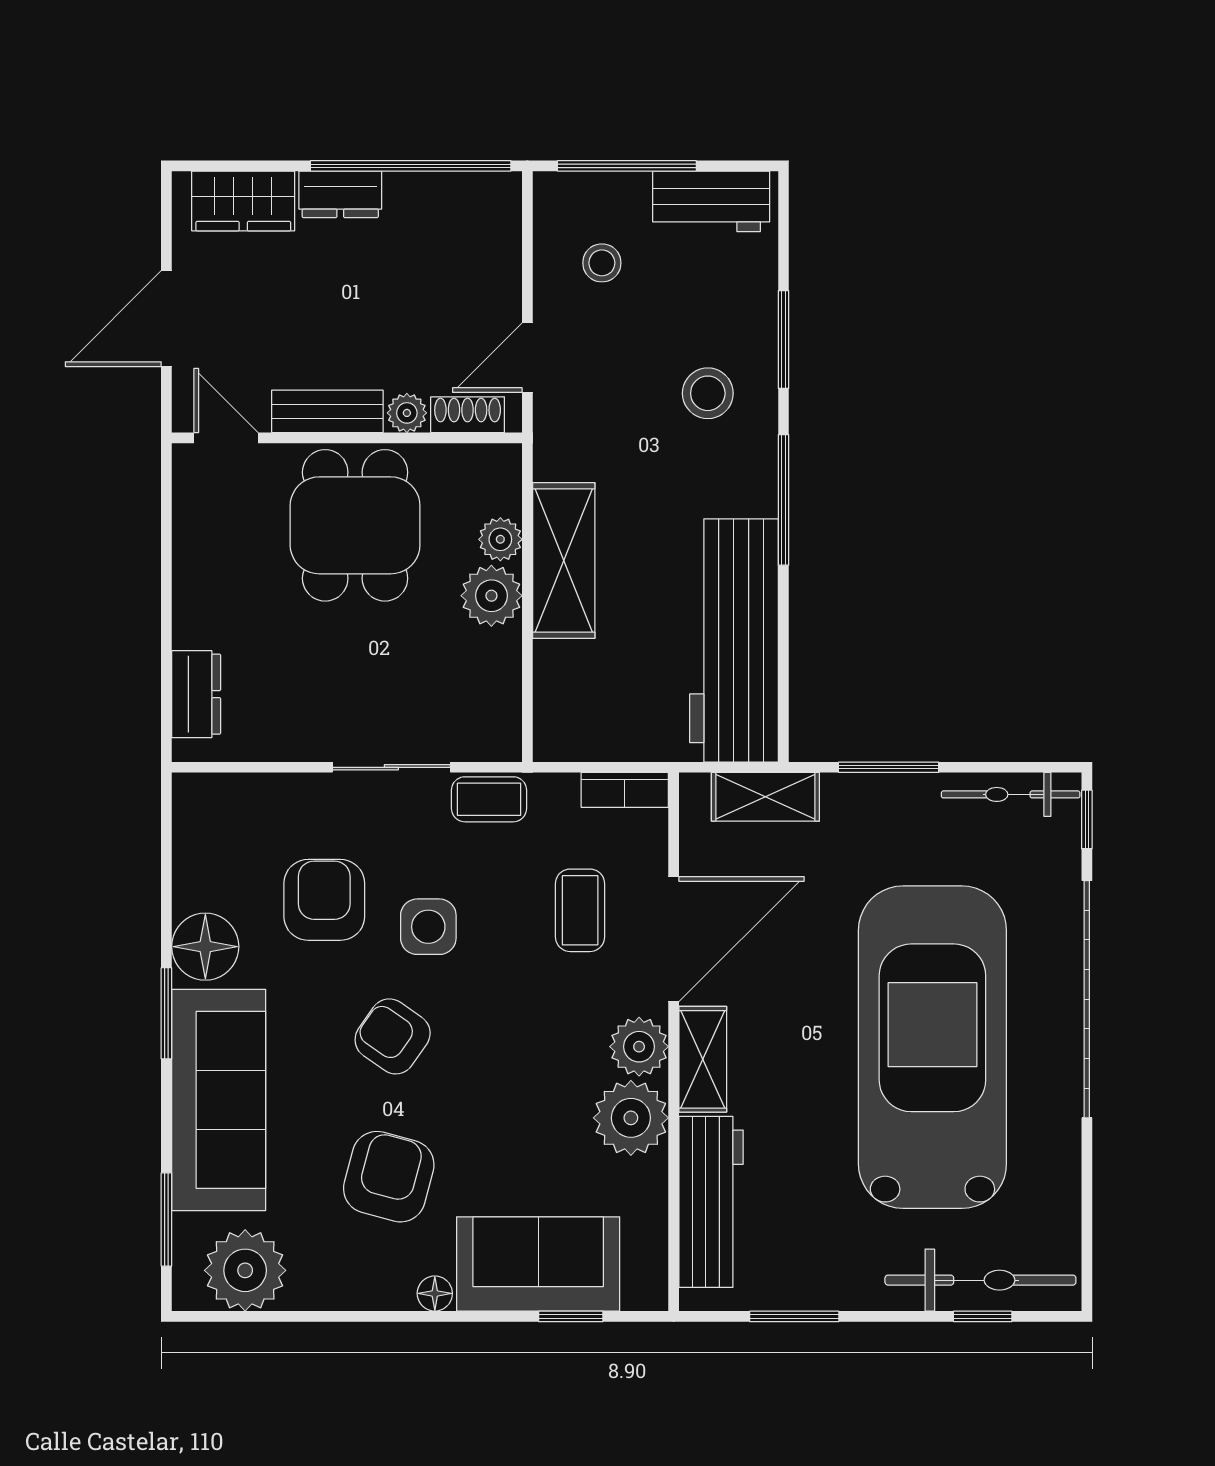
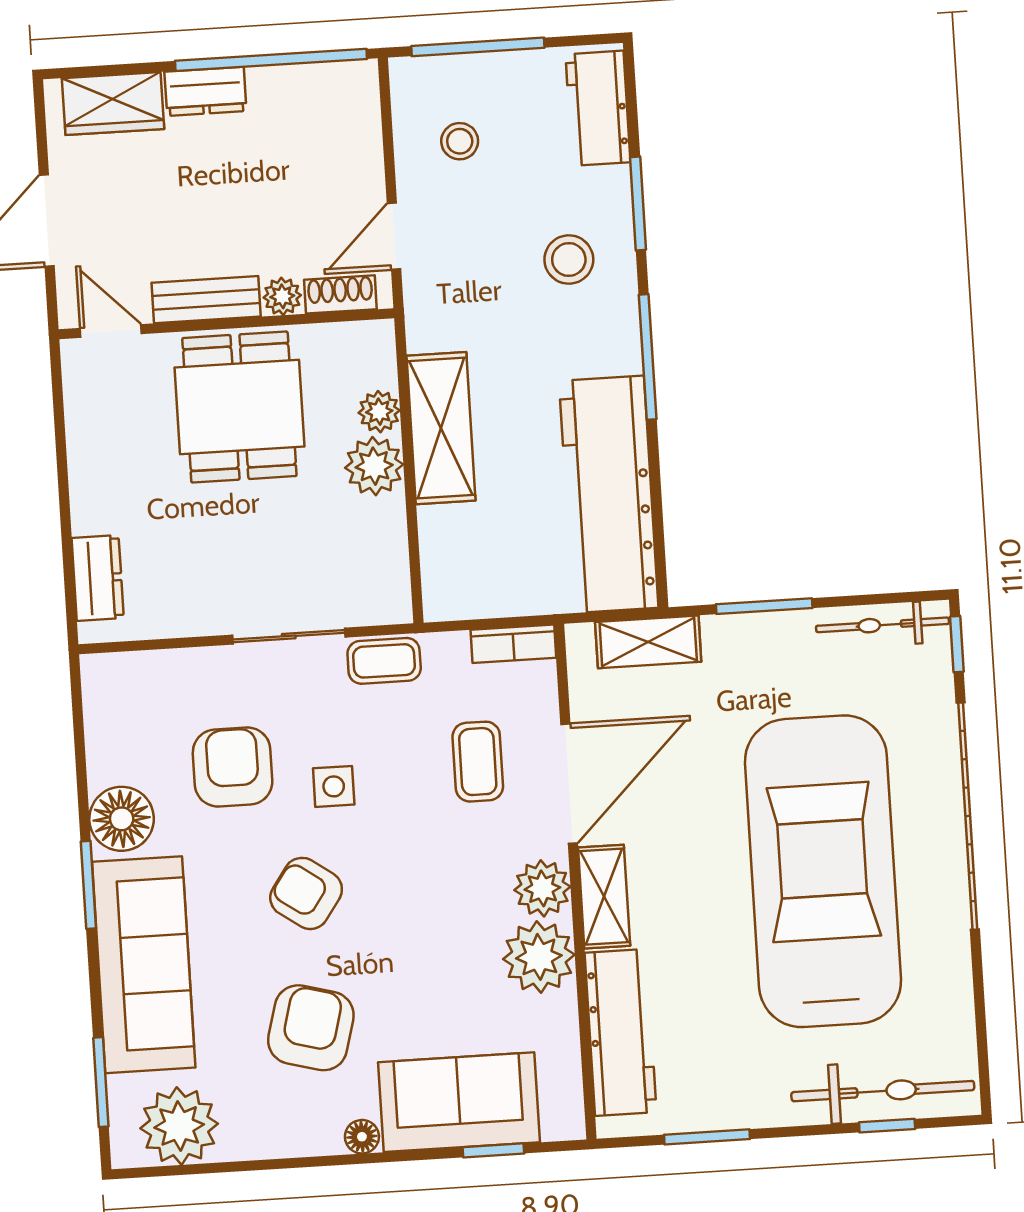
workbench: (711, 201) -> (598, 108), moved, turned 90
side table: (428, 927) -> (334, 786), width x0.73, depth x0.73

